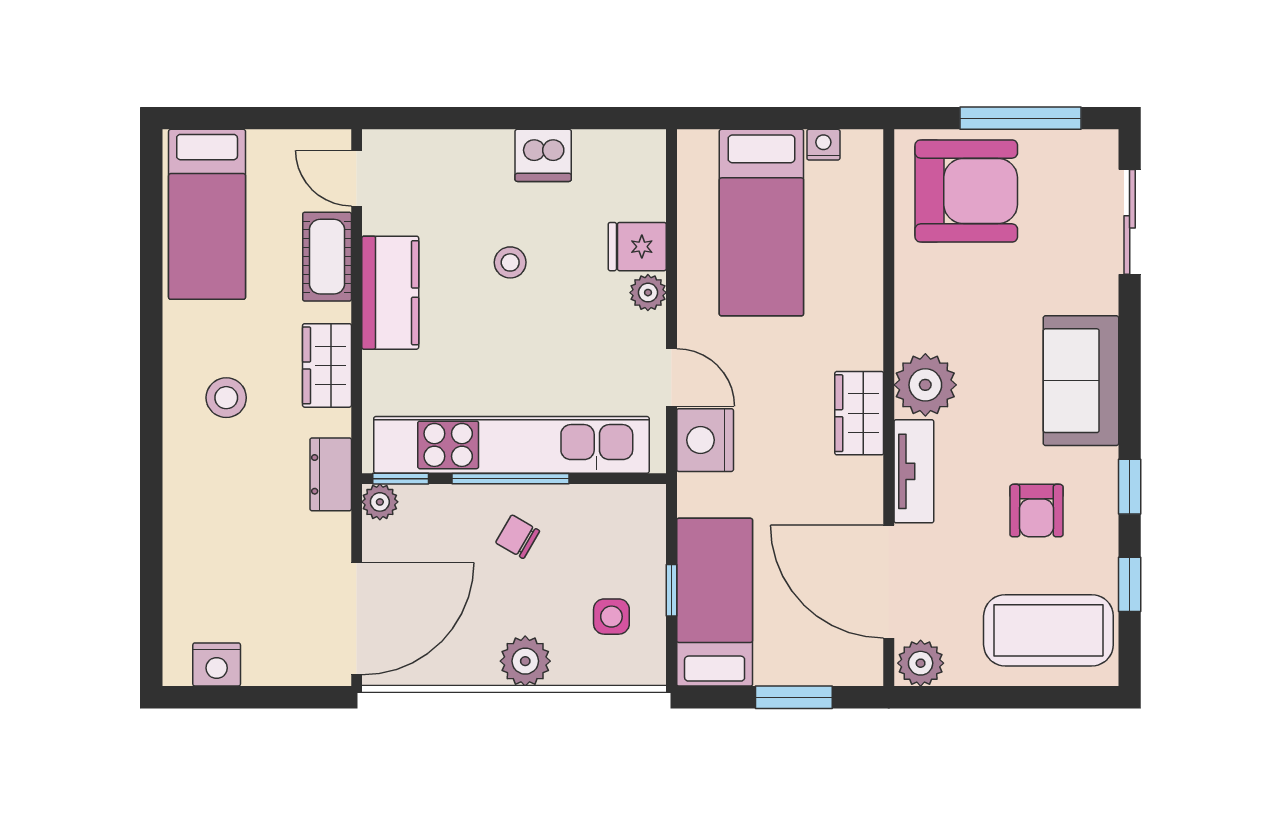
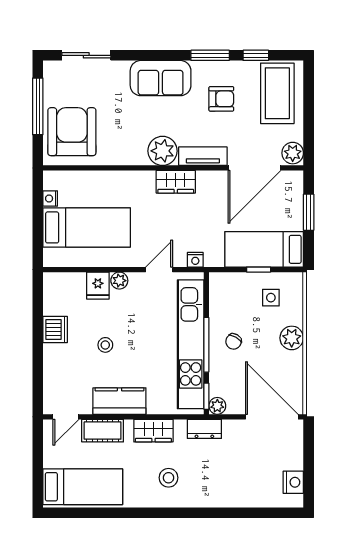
nightstand: (705, 440) -> (195, 260), width x0.53, depth x0.56
window: (1130, 487) -> (210, 55), width x1.50

